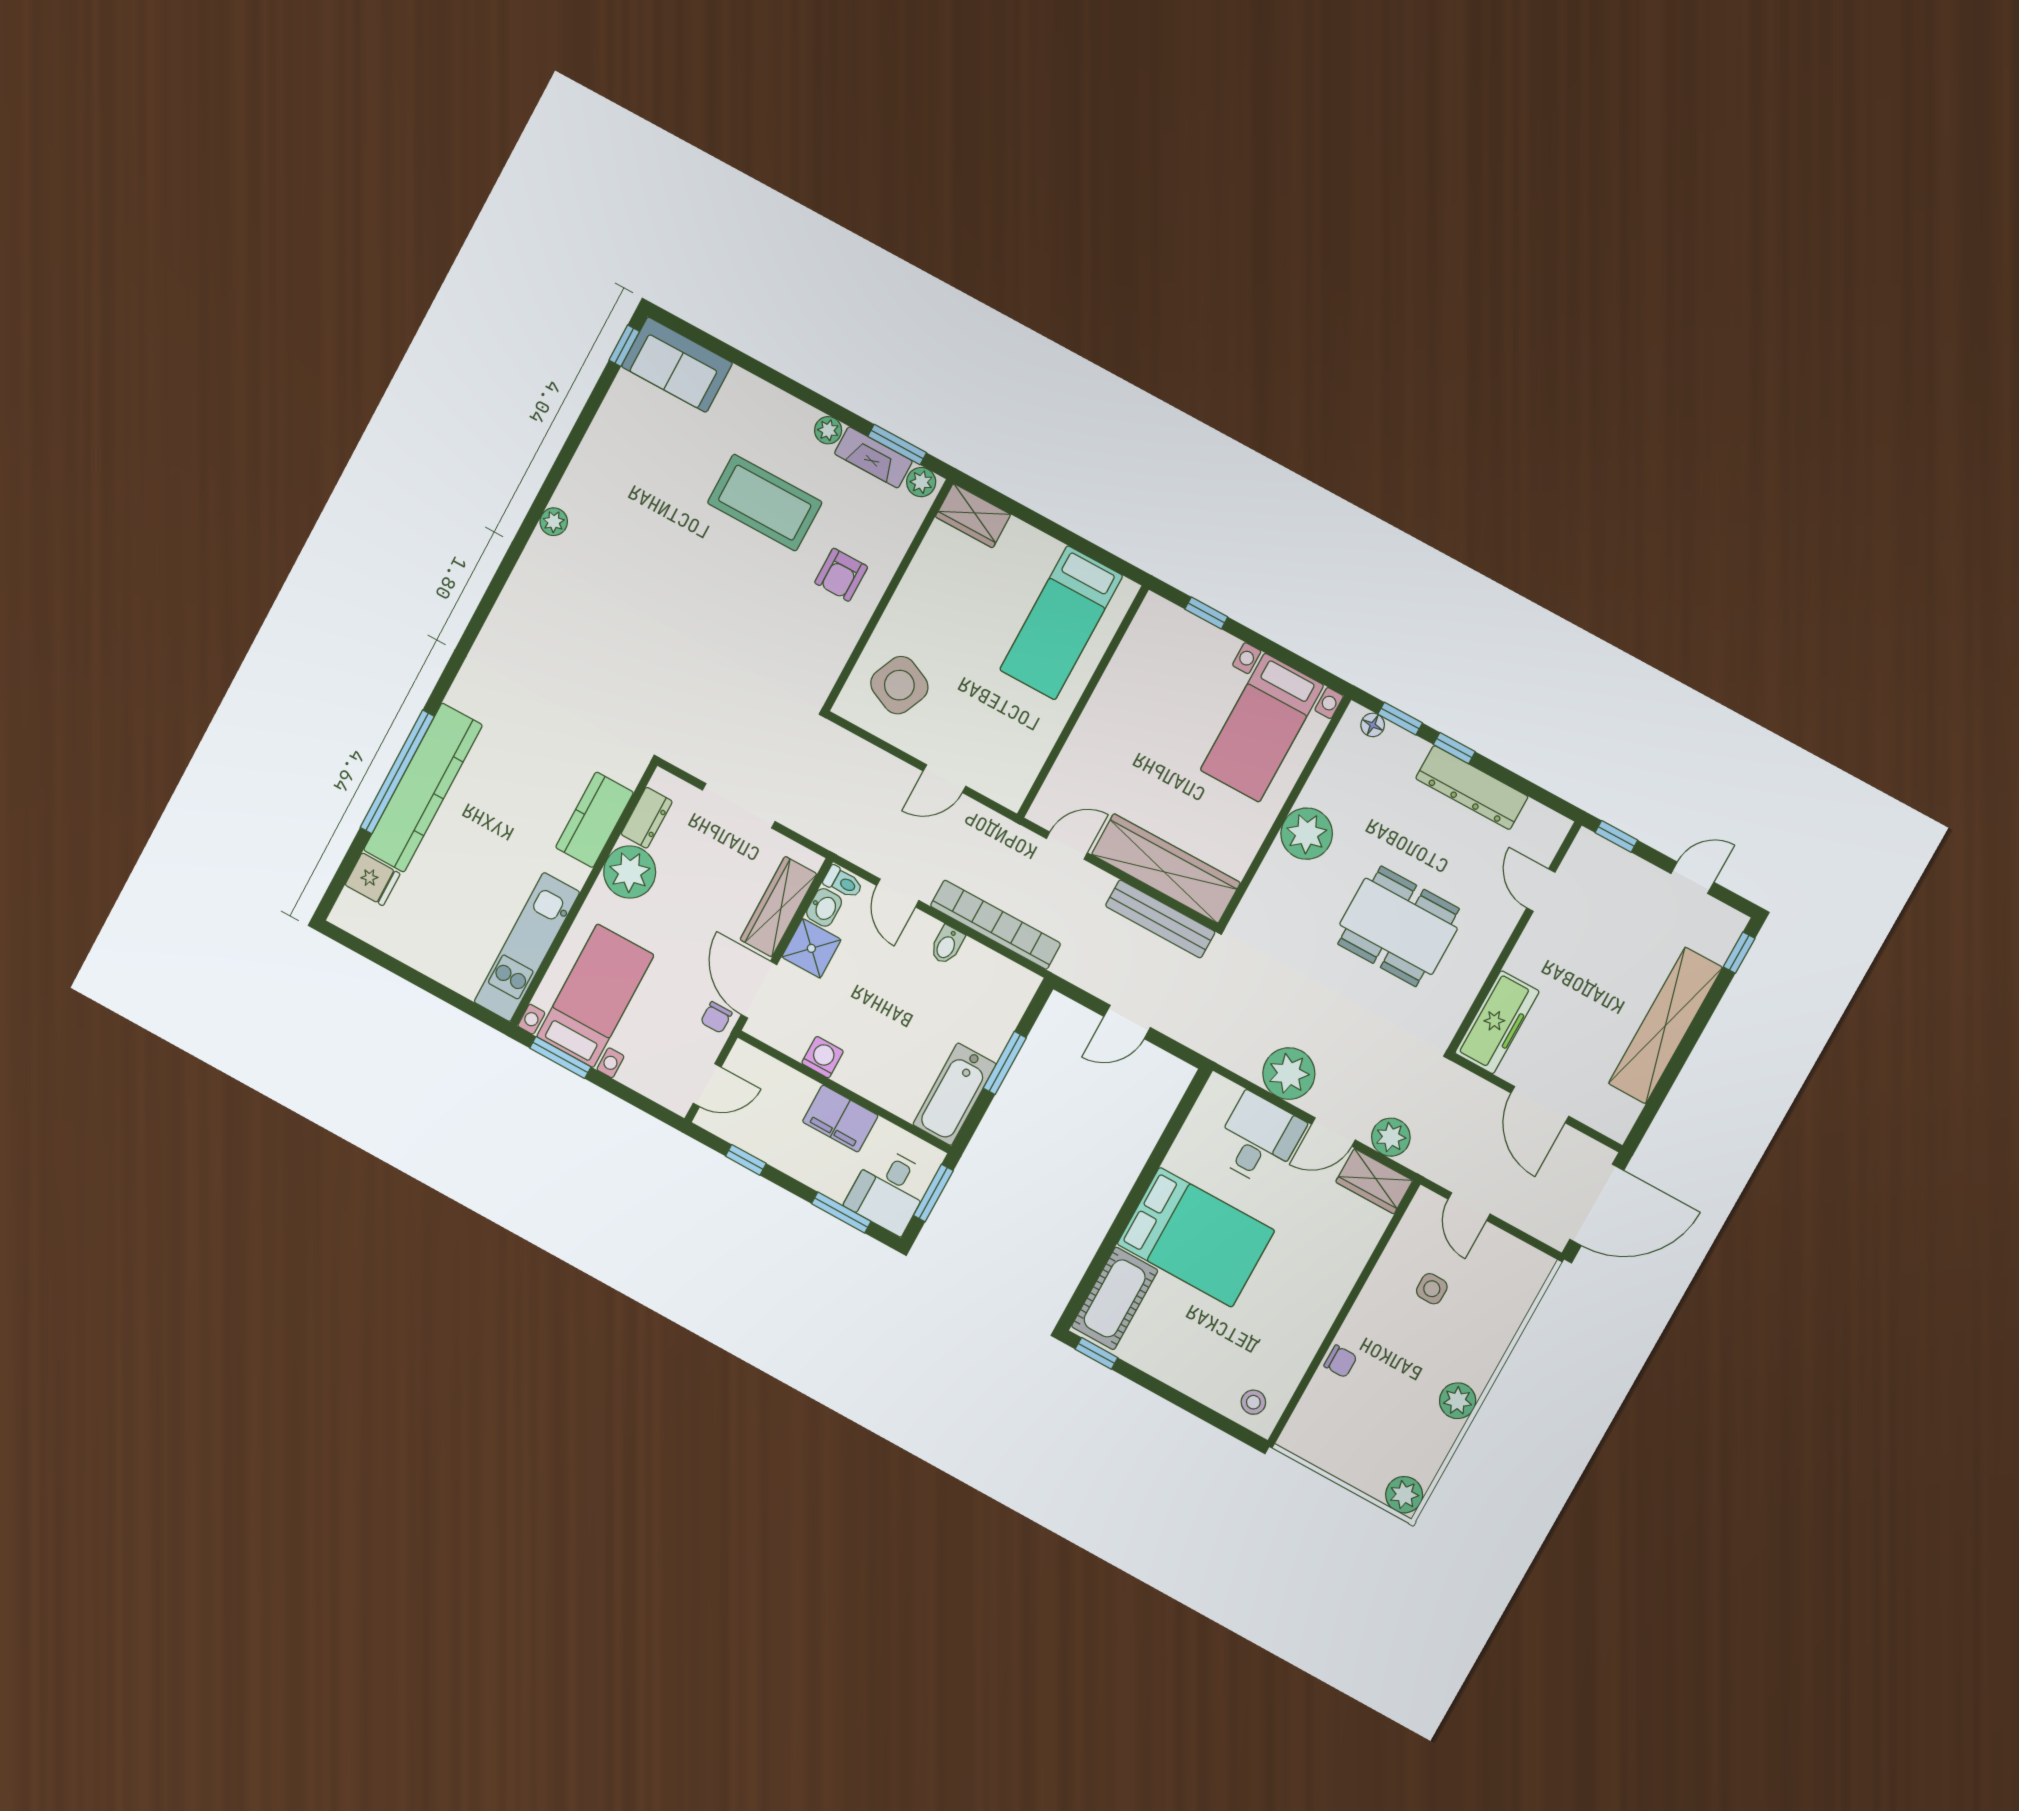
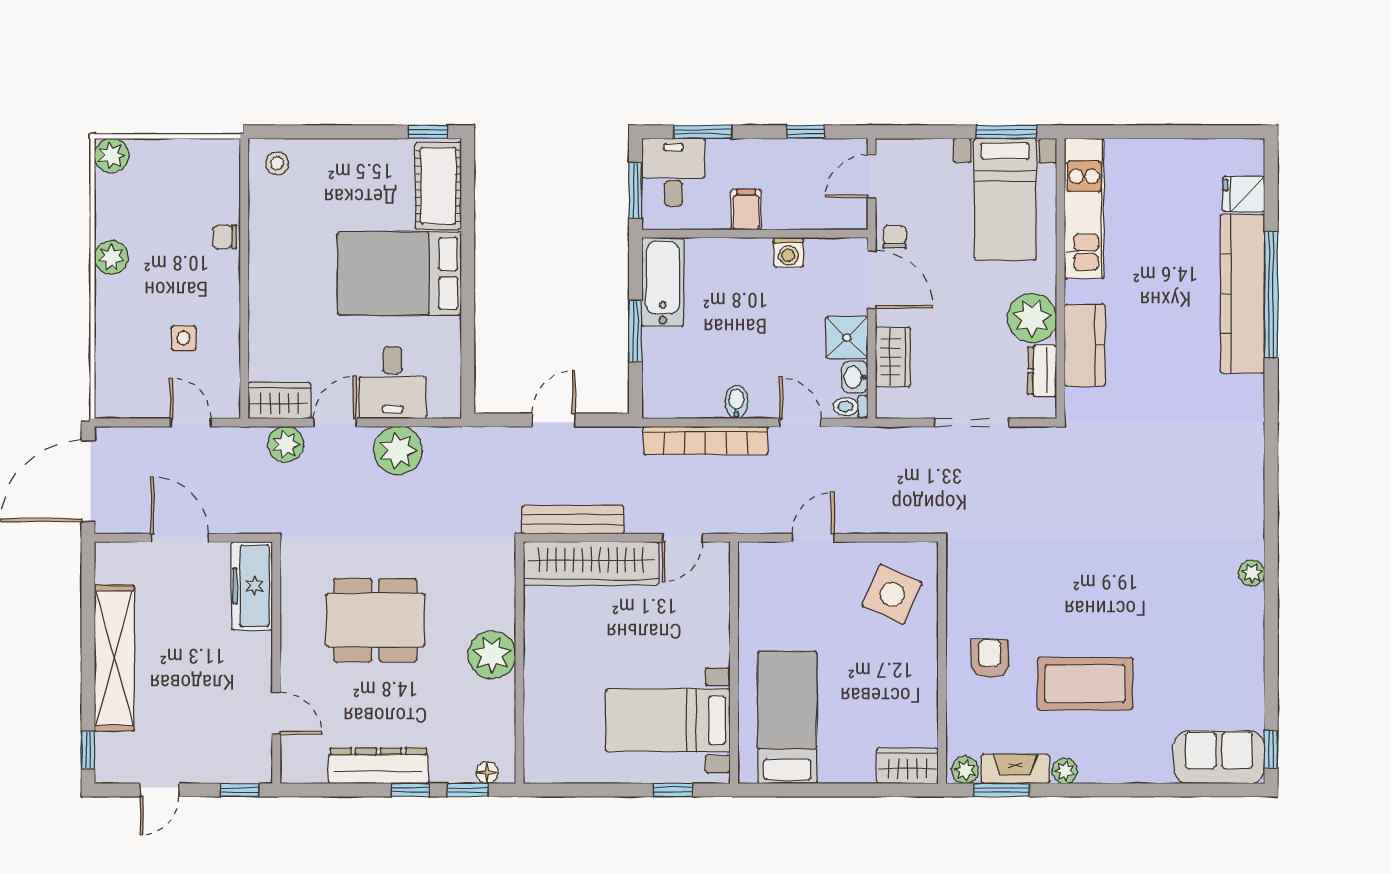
bed with nightstands: (1262, 728) -> (668, 720), moved, turned -90
wardrobe: (778, 907) -> (893, 357), width x0.67
filing cabinet: (840, 1119) -> (746, 210), width x0.50

